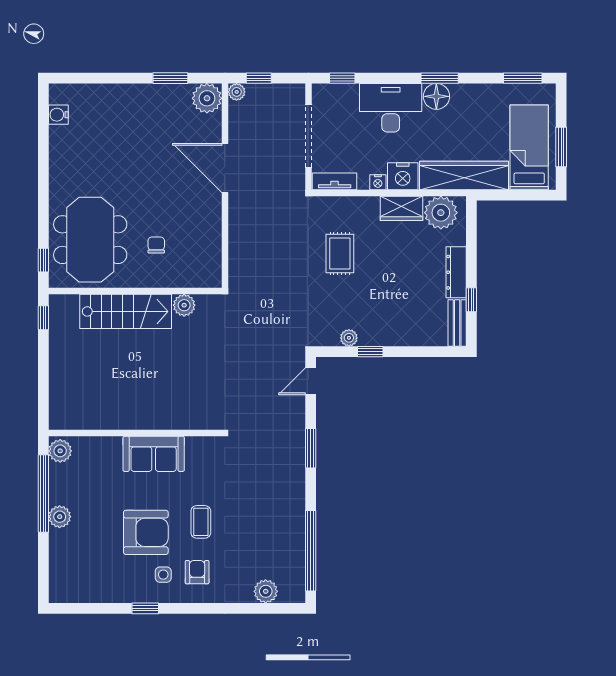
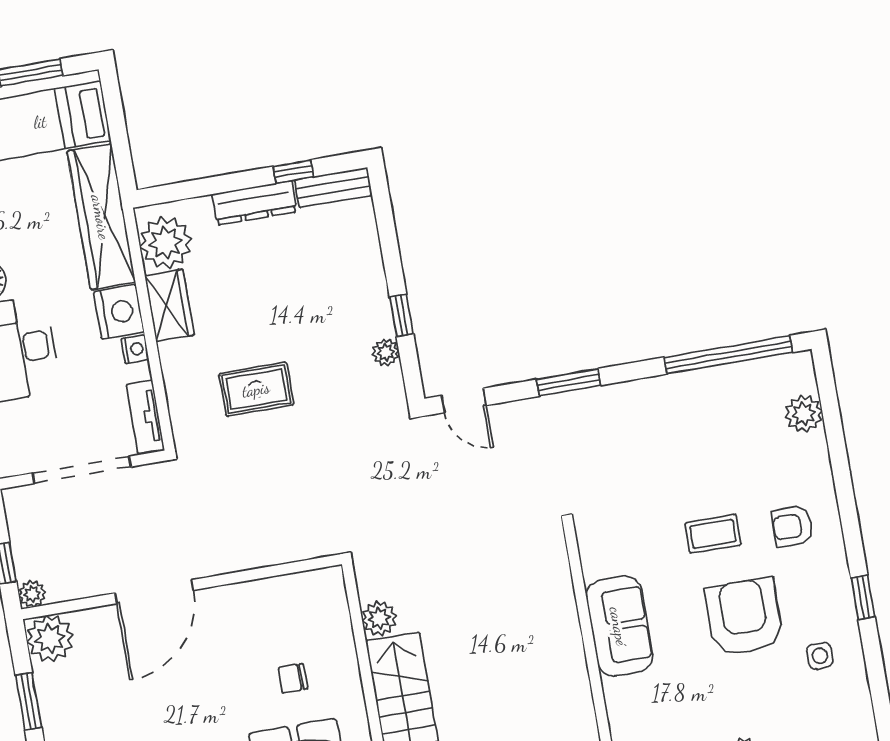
side table: (163, 575) -> (820, 656), moved

